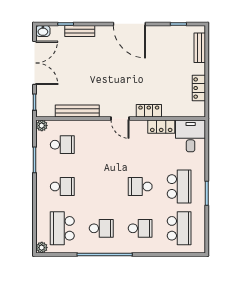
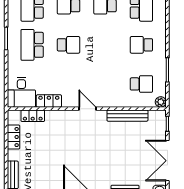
locker: (149, 111) -> (33, 116), moved
school desk: (62, 145) -> (141, 84), turned 180

